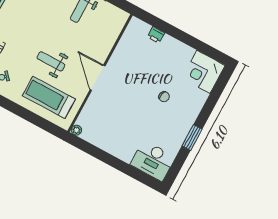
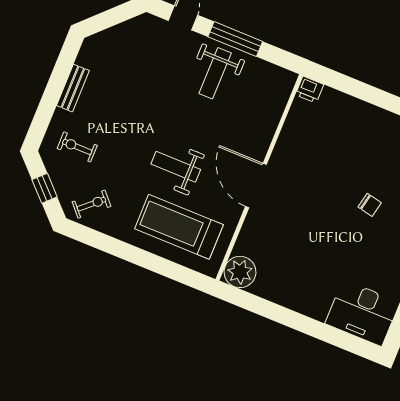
printer: (156, 35) -> (310, 90), moved
plant: (76, 130) -> (240, 272), width x1.88, depth x1.88

